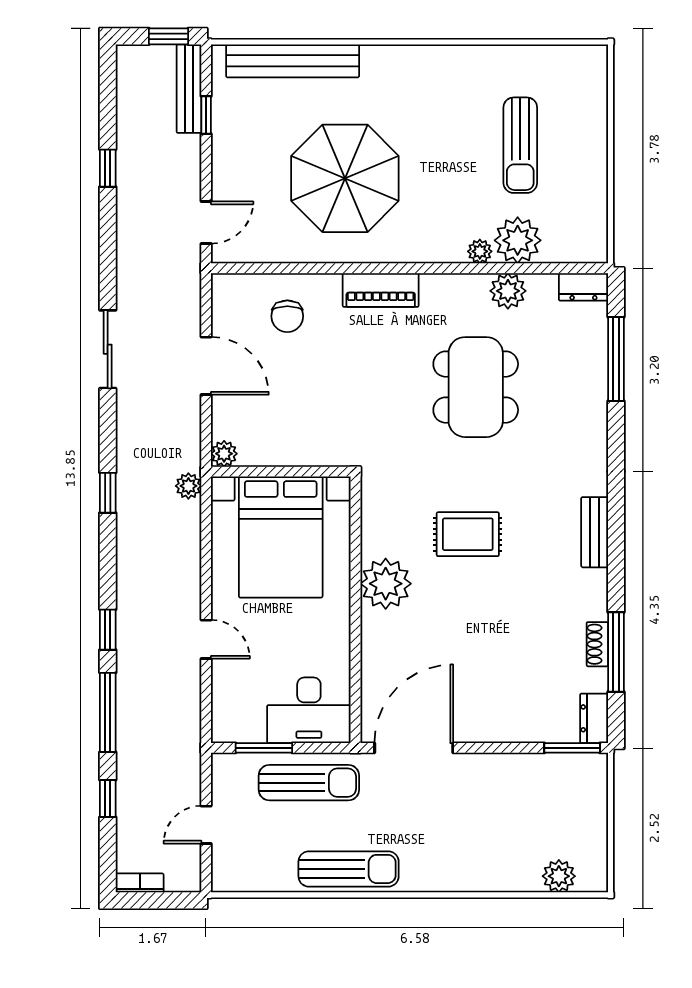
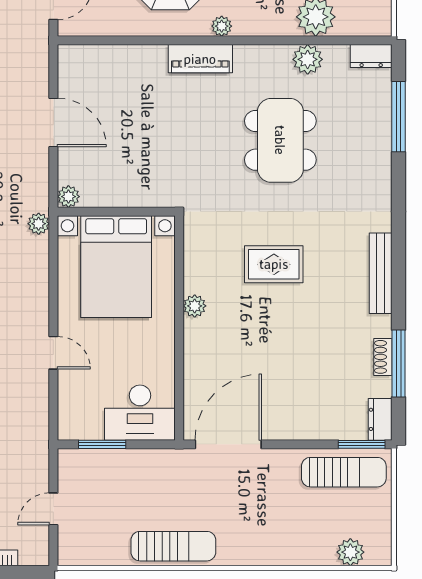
plant: (480, 251) -> (222, 26), moved
chair: (287, 316) -> (122, 81), removed
bench: (595, 532) -> (381, 273), width x1.36
plant: (386, 584) -> (195, 306), width x0.53, depth x0.53
sun lounger: (309, 783) -> (344, 472), moved

